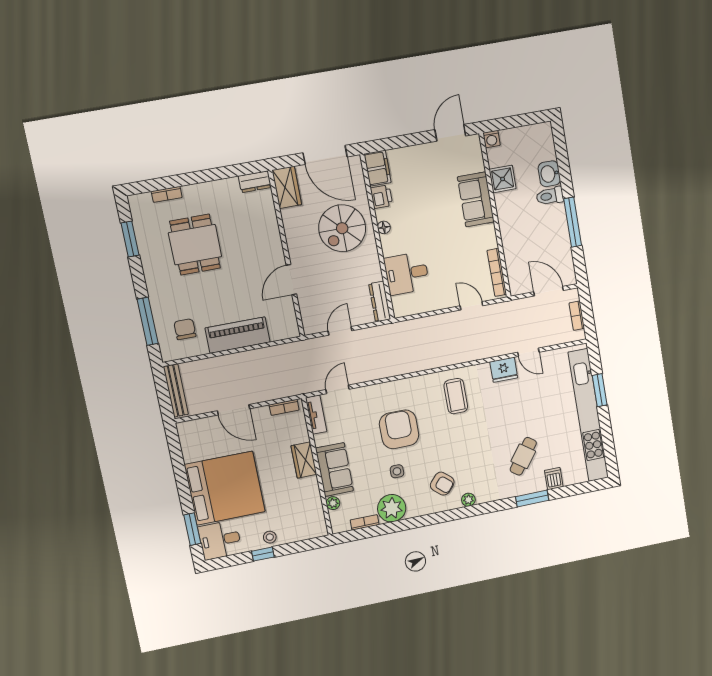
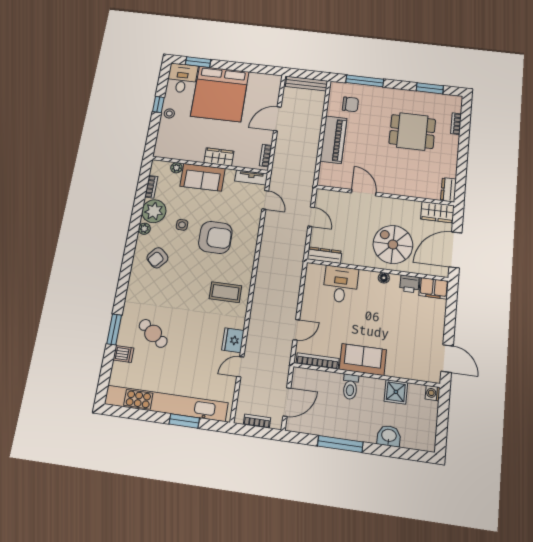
toilet: (550, 196) -> (350, 387), moved, turned 180
sofa: (476, 199) -> (363, 360), moved
plant: (468, 500) -> (144, 229), moved

